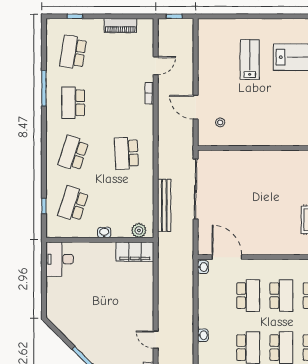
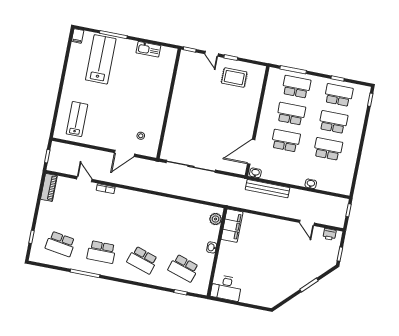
piano: (120, 26) -> (49, 187), moved
lab bench: (250, 60) -> (77, 119), moved, turned 90
school desk: (126, 153) -> (151, 217), removed
bench: (164, 205) -> (267, 189), moved
door: (156, 340) -> (307, 223), hinge flipped

